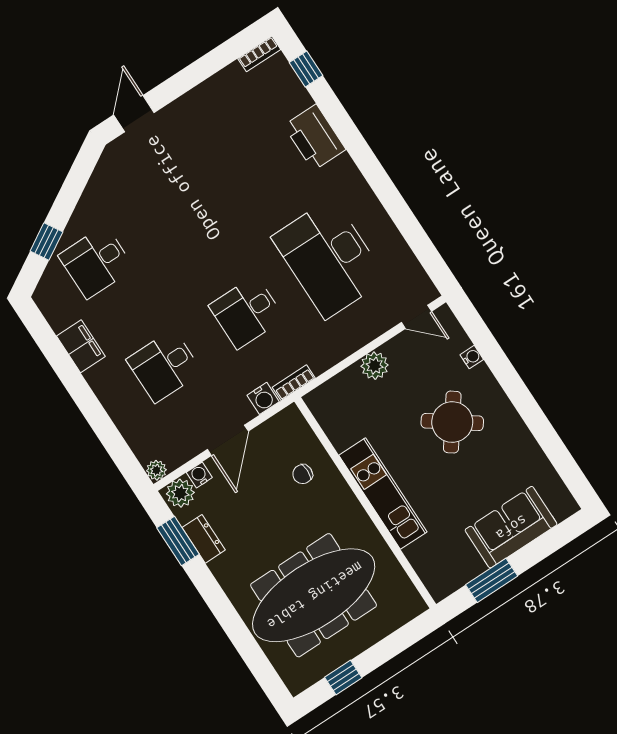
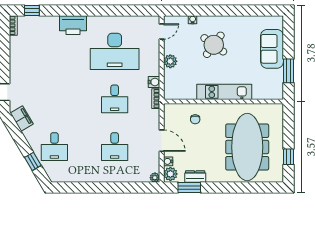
printer: (315, 137) -> (73, 25), moved
filing cabinet: (81, 346) -> (22, 119), moved, turned 59
water cooler: (263, 398) -> (154, 82), moved

